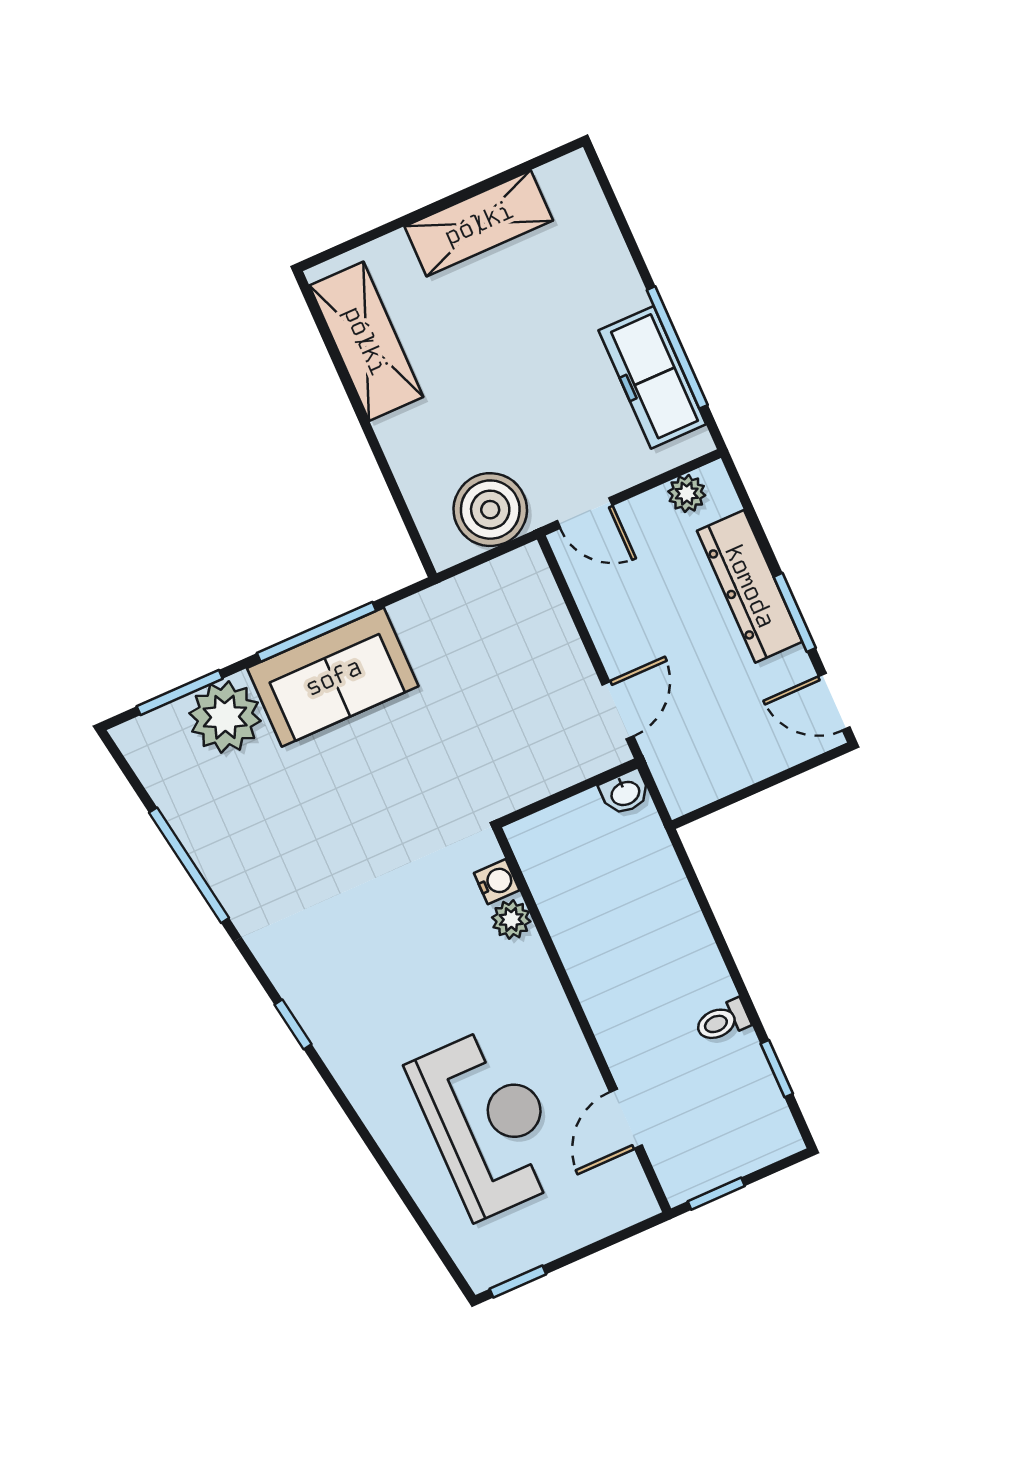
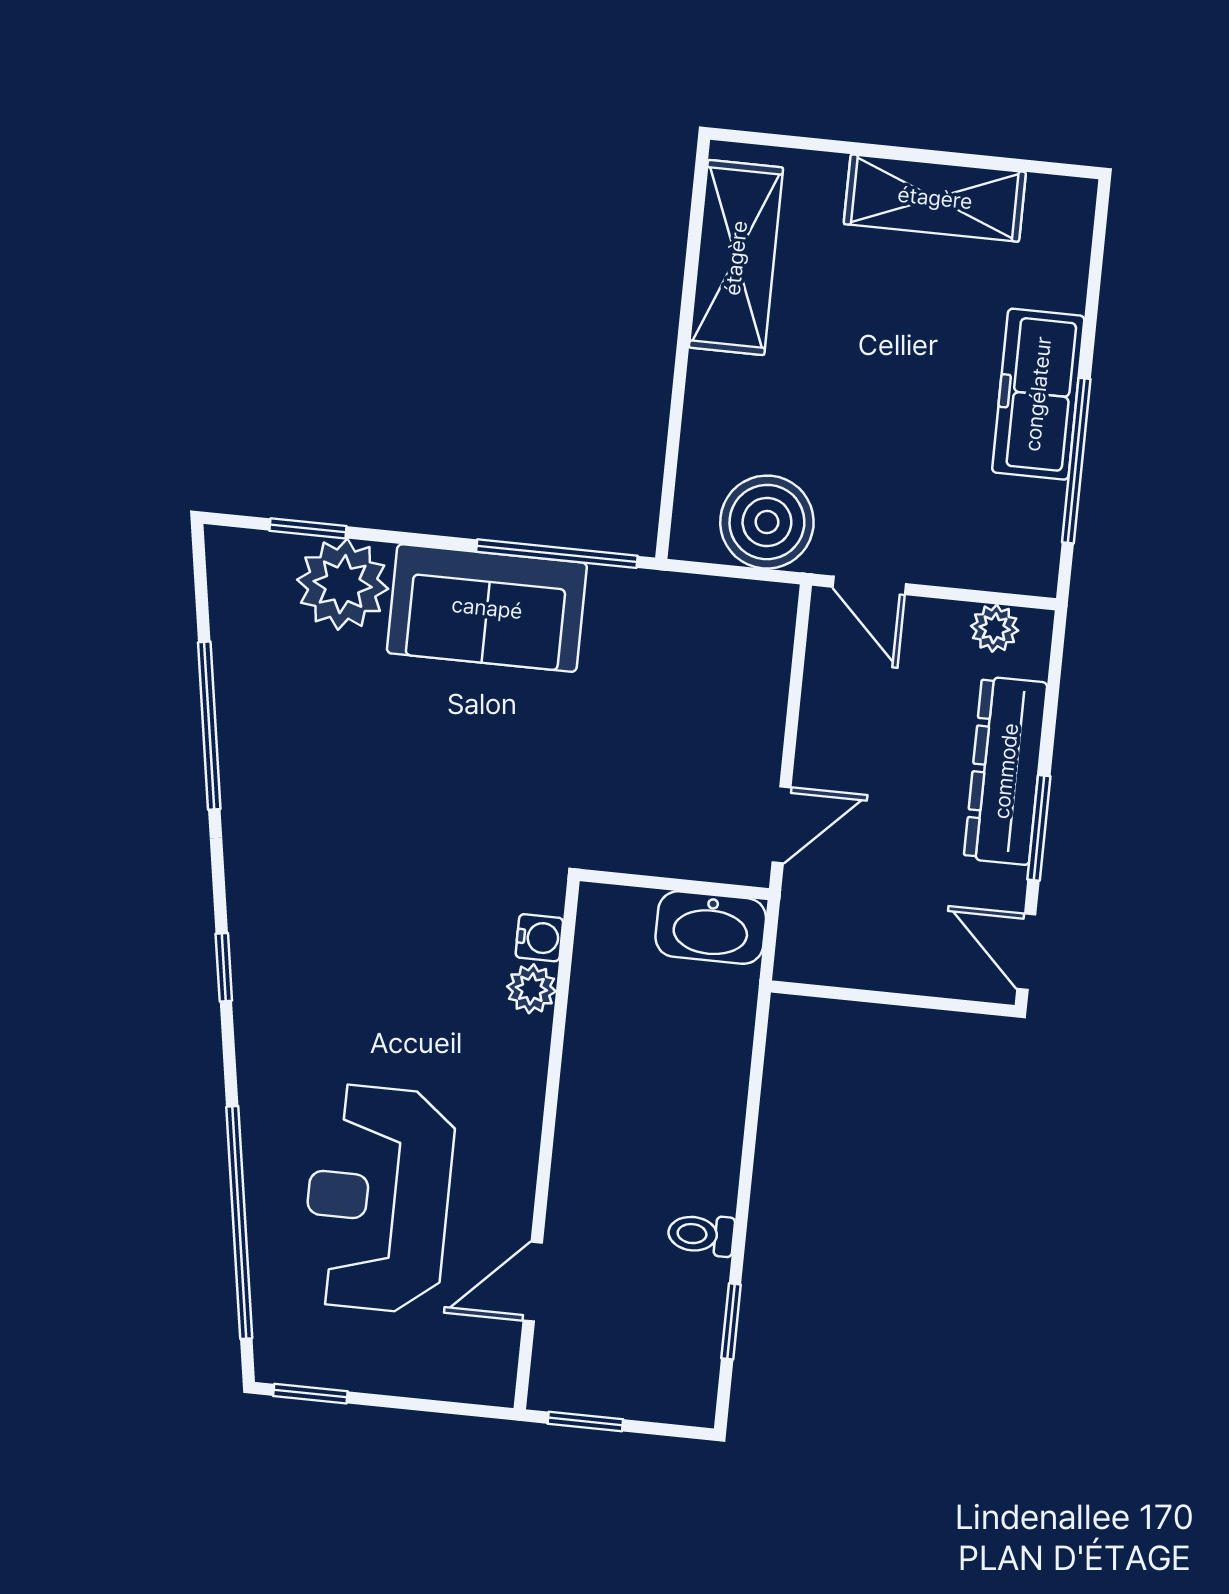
freezer: (652, 377) -> (1038, 394), moved
window: (316, 632) -> (557, 554), moved
window: (180, 692) -> (308, 528), width x0.67
washbasin: (625, 792) -> (711, 928), width x1.91, depth x1.45
reception desk: (488, 1122) -> (378, 1199), turned 180
window: (403, 1193) -> (239, 1223), added

